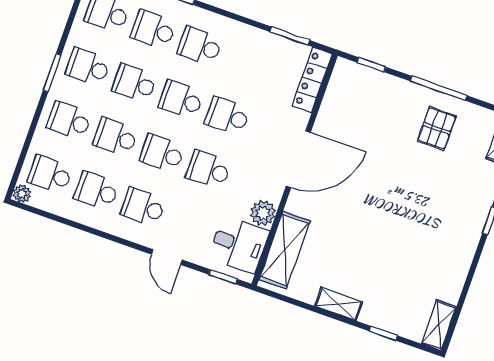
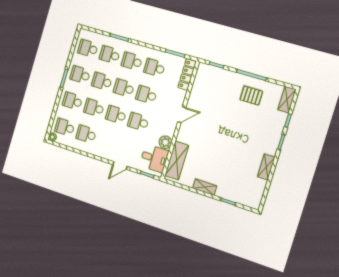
pallet: (437, 128) -> (251, 96), turned 90
door: (298, 159) -> (182, 115), width x0.53
school desk: (143, 207) -> (154, 68), moved
door: (167, 257) -> (120, 166), hinge flipped
shelving: (439, 325) -> (266, 167), moved

